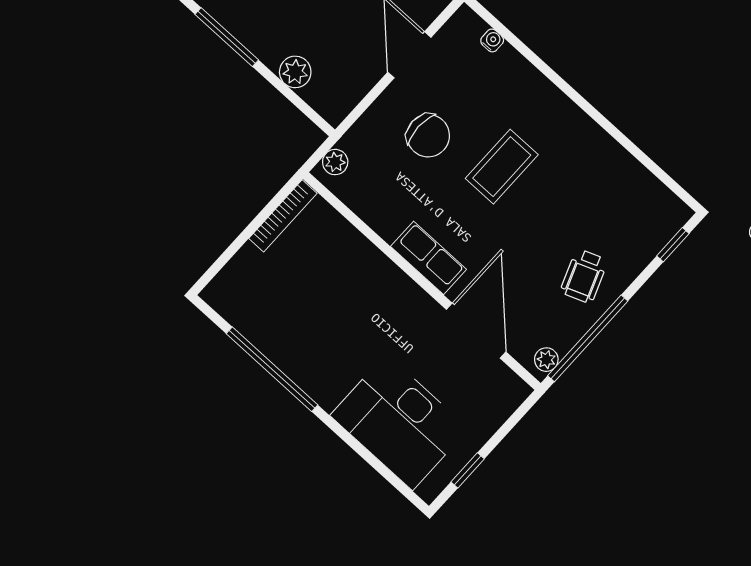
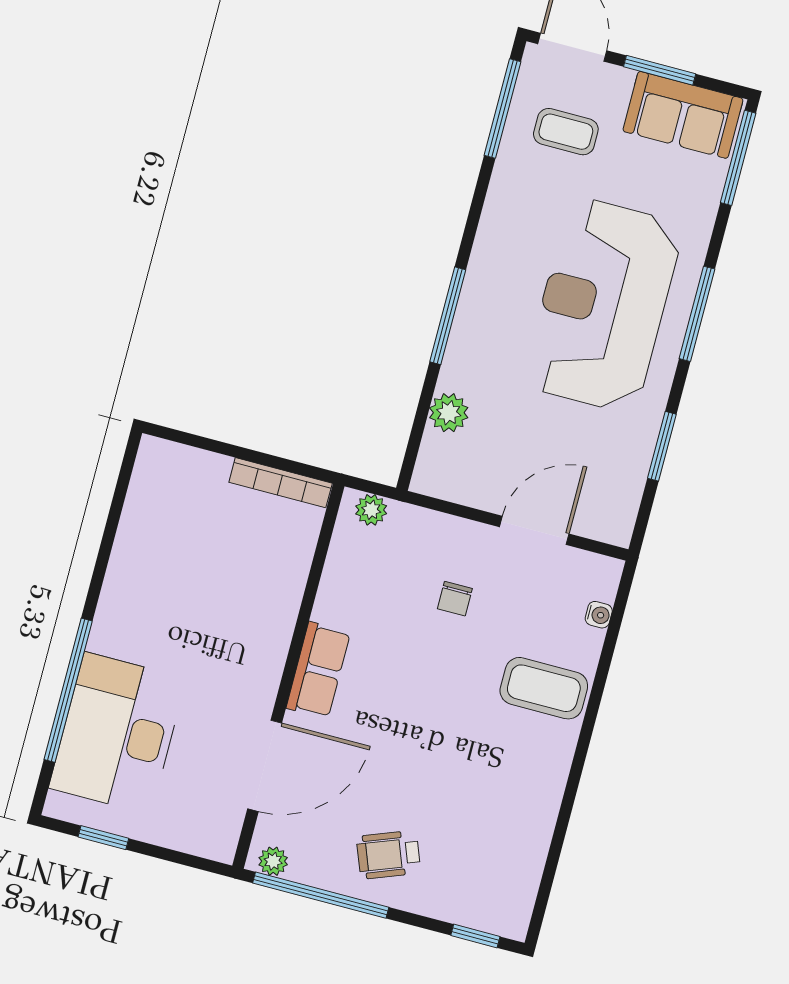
chair: (428, 136) -> (455, 599), width x0.54, depth x0.54
coffee table: (502, 167) -> (544, 688), moved
window: (272, 369) -> (68, 690), moved

